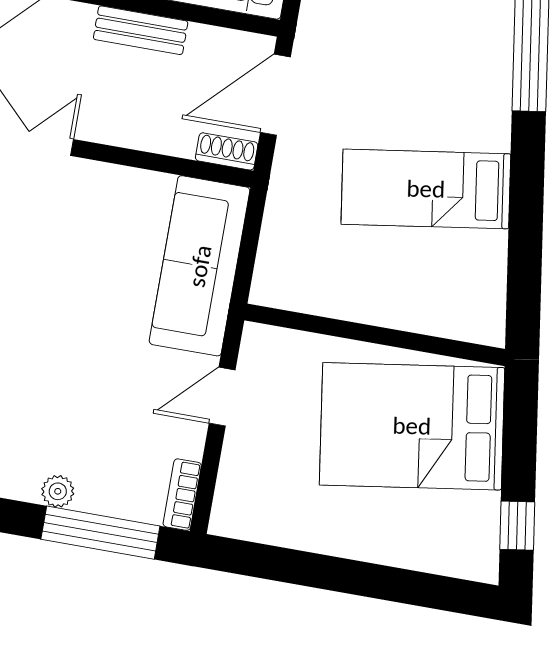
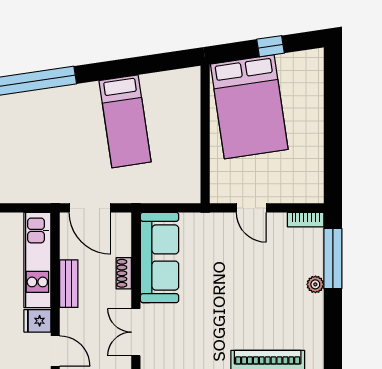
shoe rack: (227, 151) -> (124, 273), moved
sofa: (200, 266) -> (160, 258), moved, turned -90
window: (517, 526) -> (271, 46), moved

